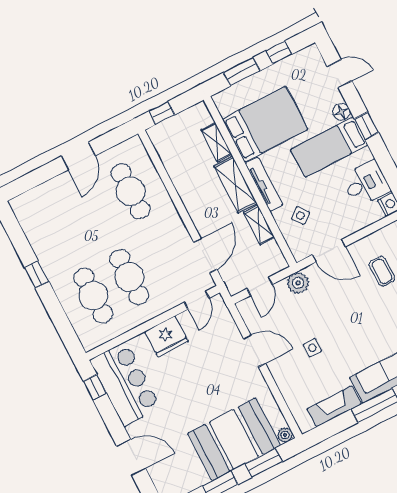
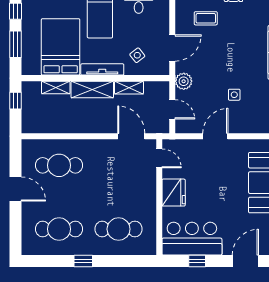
window: (162, 113) -> (15, 101), moved
cafe table: (129, 277) -> (59, 229), moved
window: (95, 387) -> (197, 261), moved

